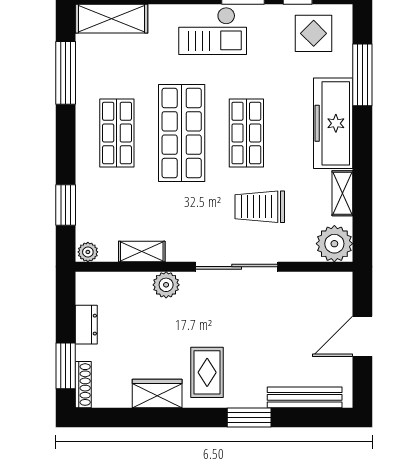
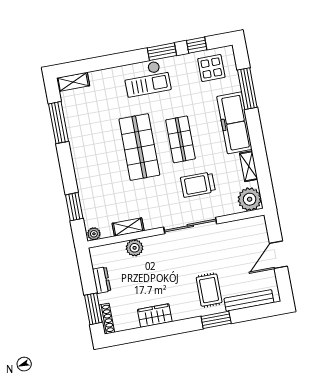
shelving: (112, 19) -> (73, 82), width x0.67, depth x0.75
shop shelf: (117, 133) -> (98, 155), removed
plant: (166, 285) -> (135, 248), moved
rug: (207, 372) -> (209, 290), moved

